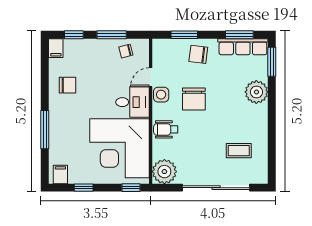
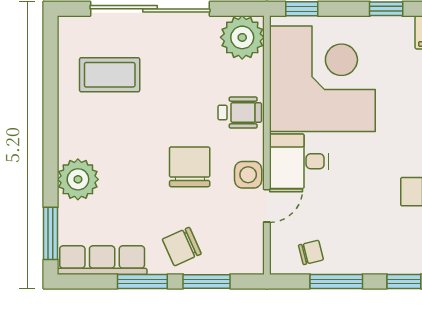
window: (239, 35) -> (142, 281), moved
chair: (198, 54) -> (182, 247), turned 149
coffee table: (239, 151) -> (110, 75), width x1.36, depth x1.30

